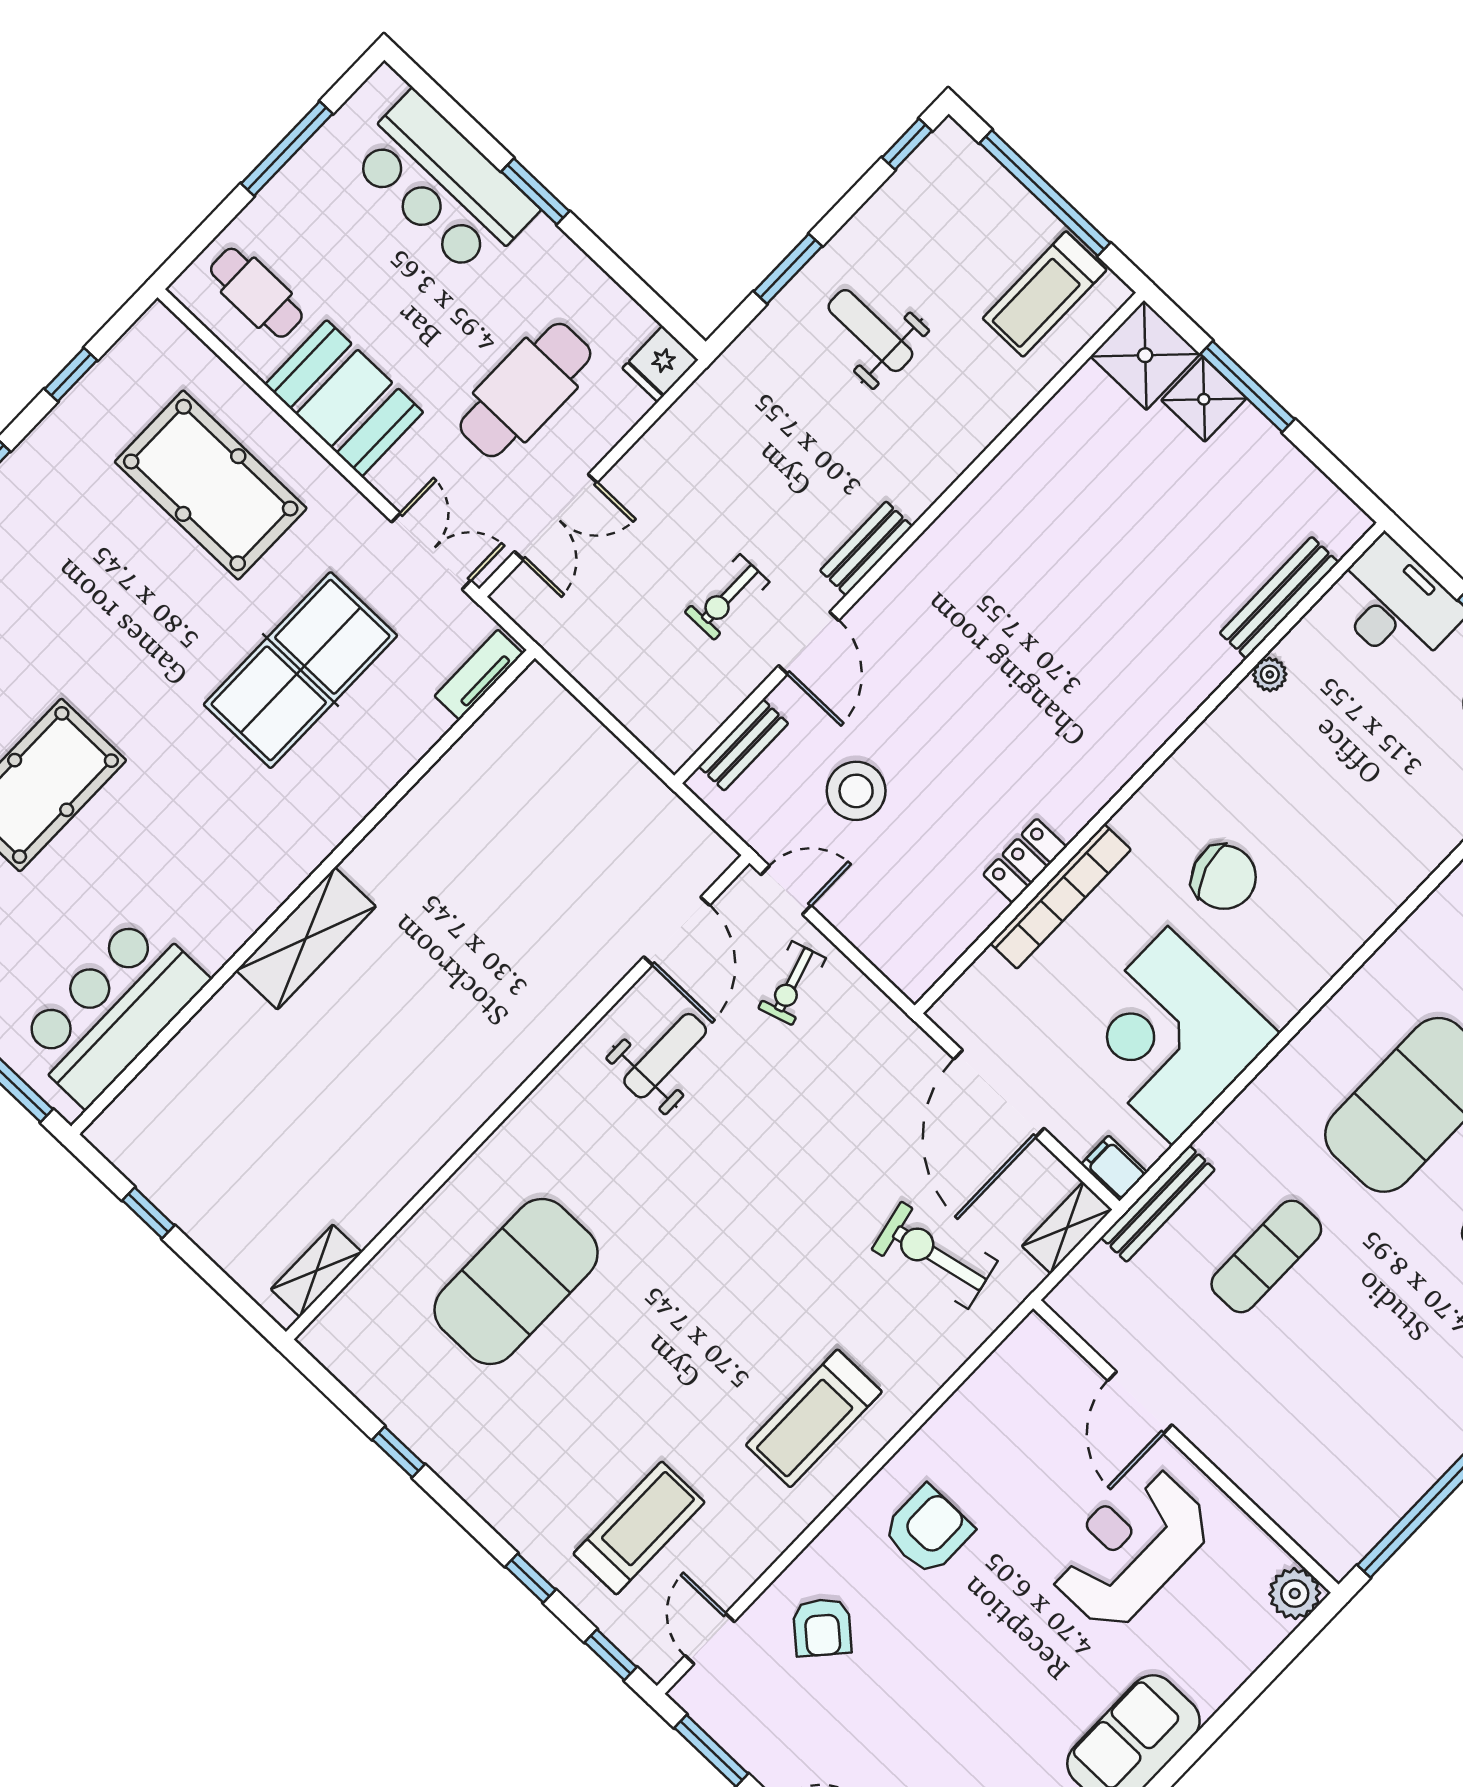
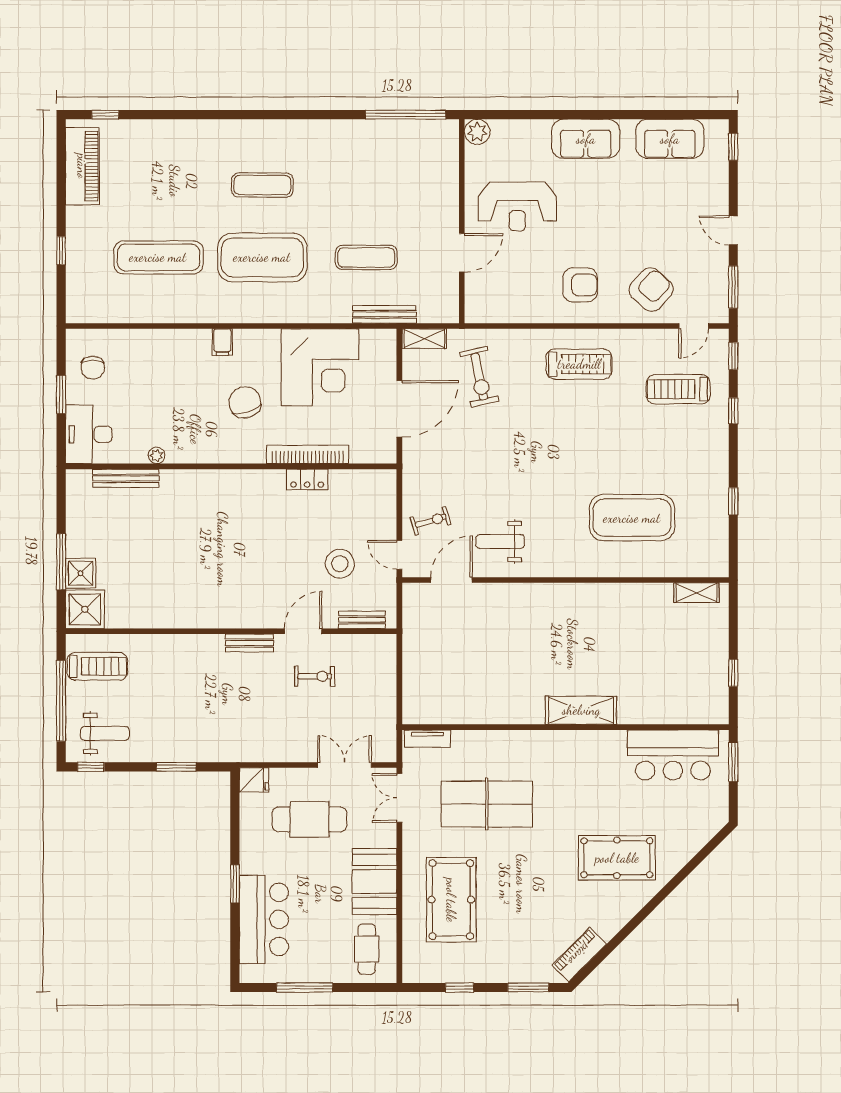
weight bench: (870, 331) -> (105, 733), moved, turned -90
filing cabinet: (1114, 1168) -> (222, 342), moved
armchair: (928, 1530) -> (580, 285), turned 180
armchair: (822, 1627) -> (651, 290), width x1.38, depth x1.38

